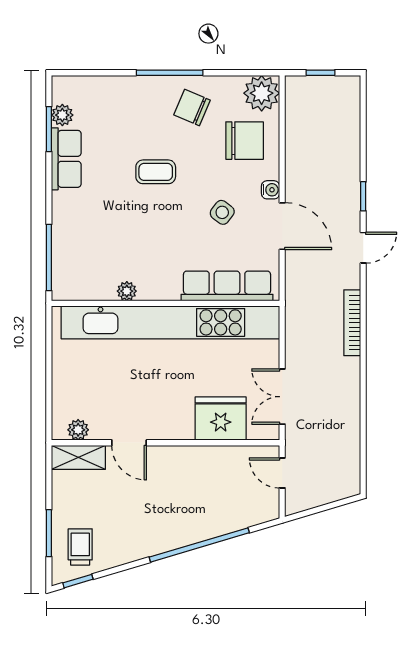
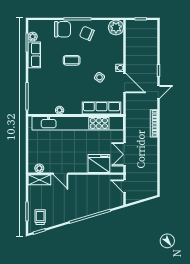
chair: (245, 141) -> (62, 29), moved

